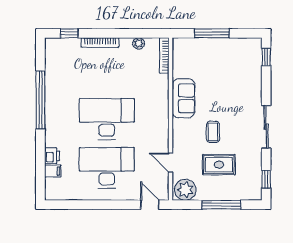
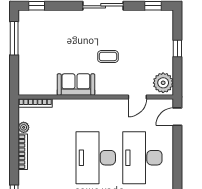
window: (212, 33) -> (14, 38), moved
bookcase: (100, 42) -> (23, 152), moved
rug: (219, 165) -> (139, 51), removed
window: (221, 205) -> (177, 48), width x0.46

